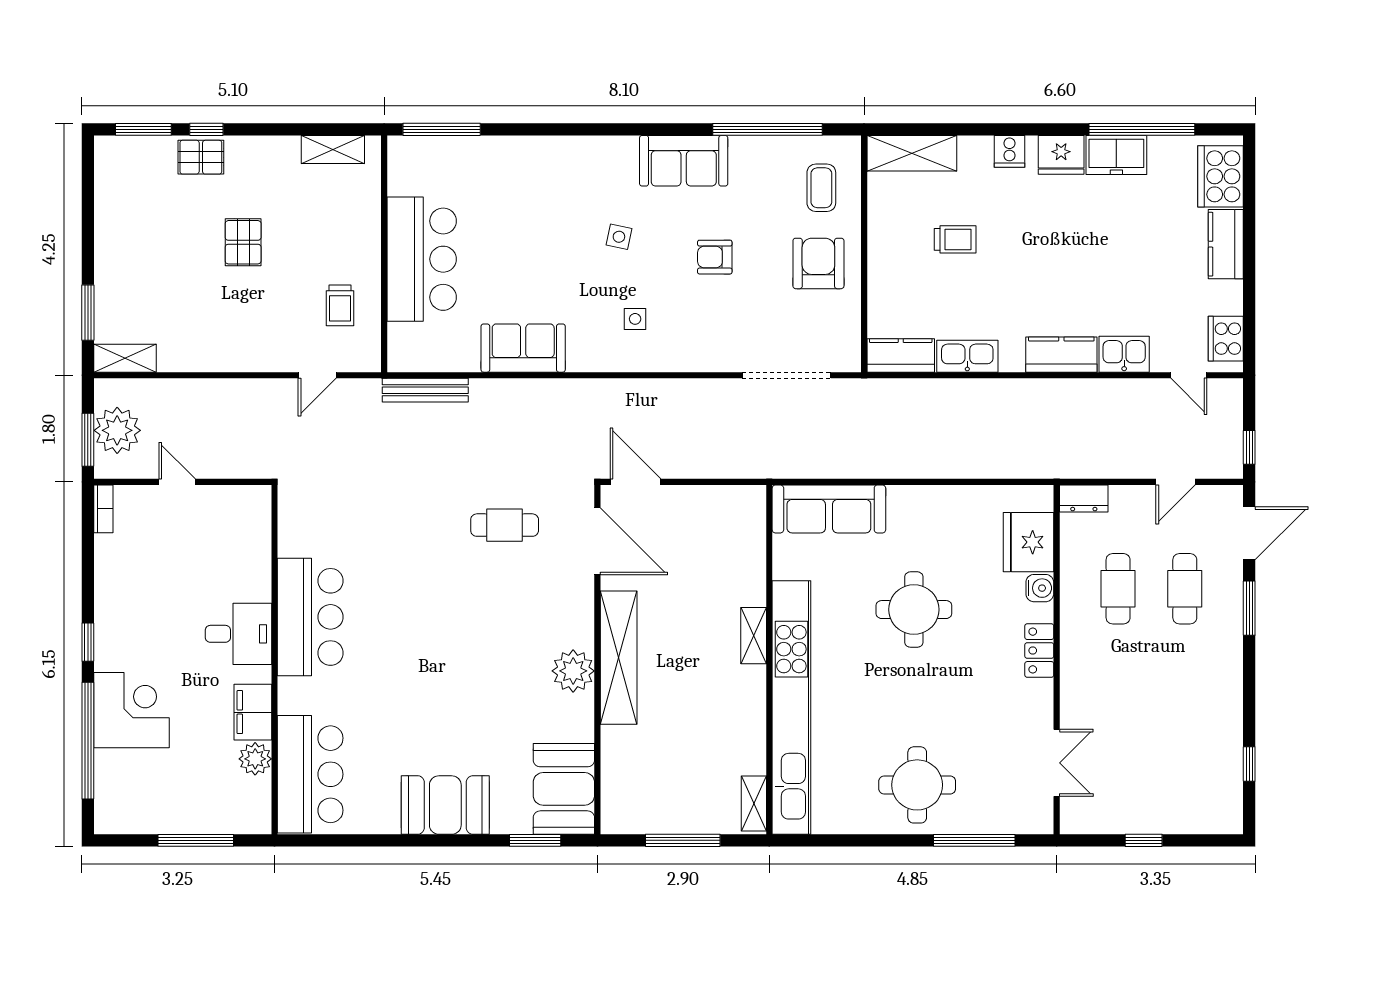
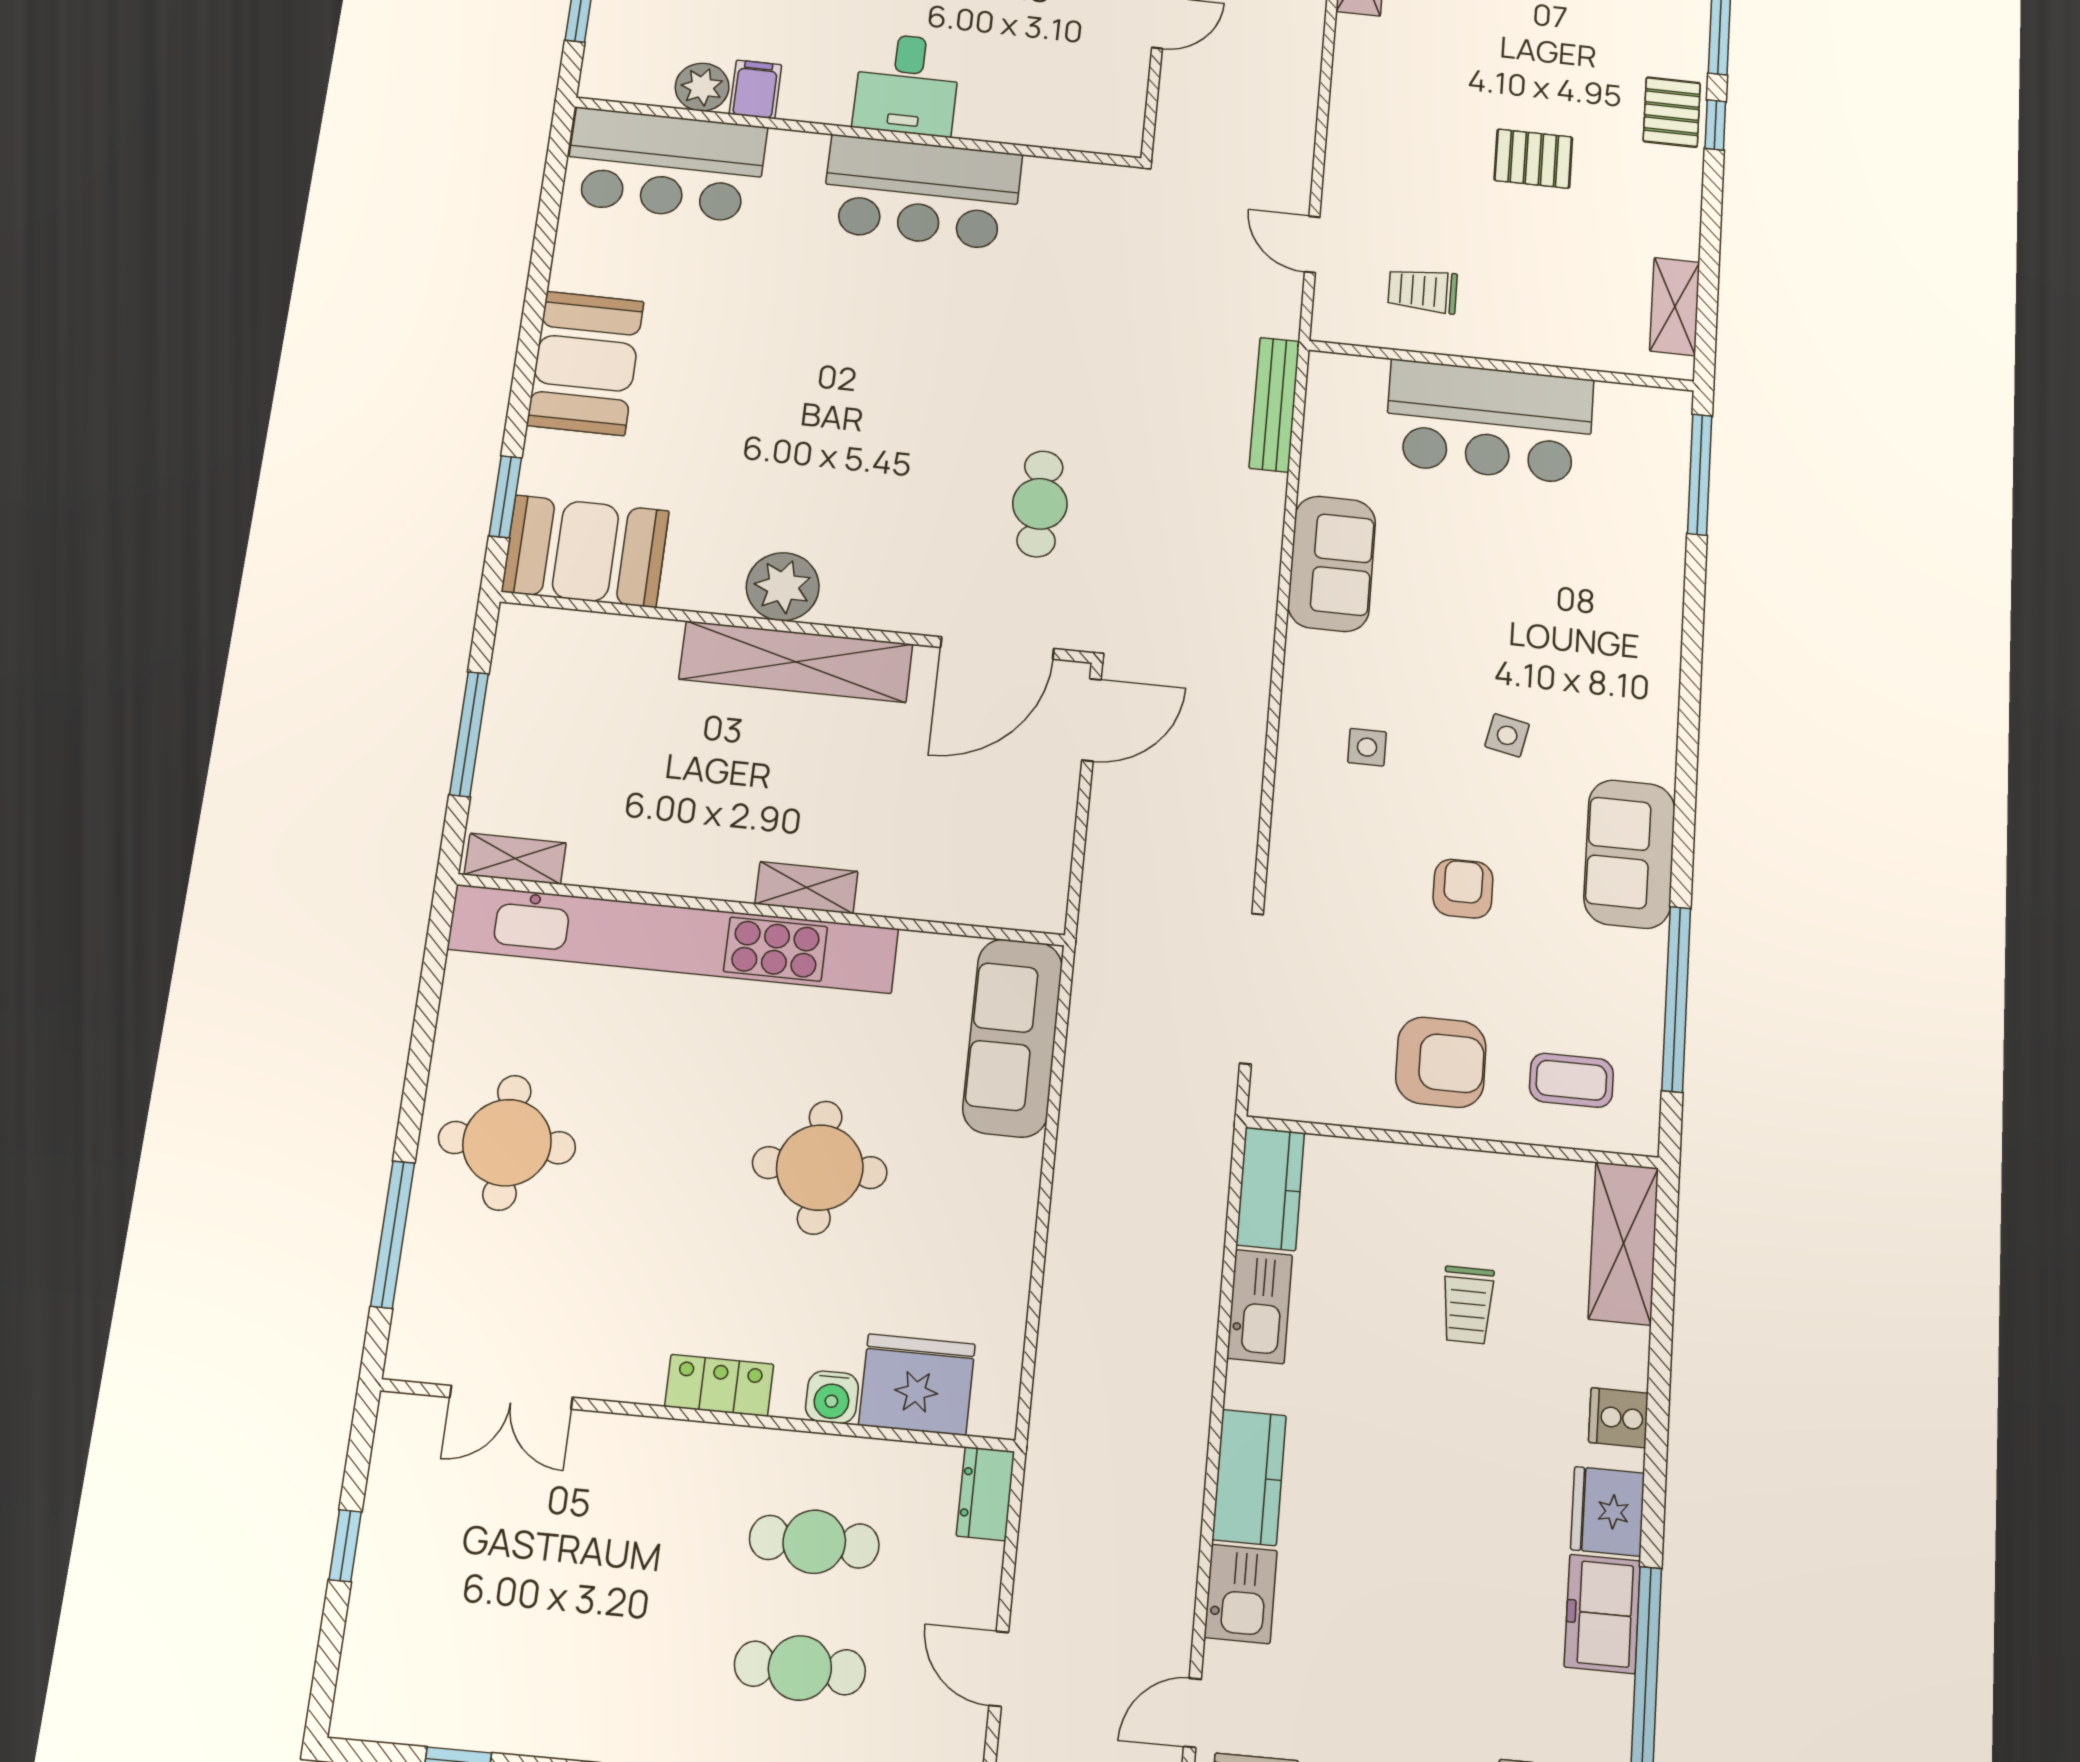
filing cabinet: (253, 712) -> (755, 89), width x0.50

